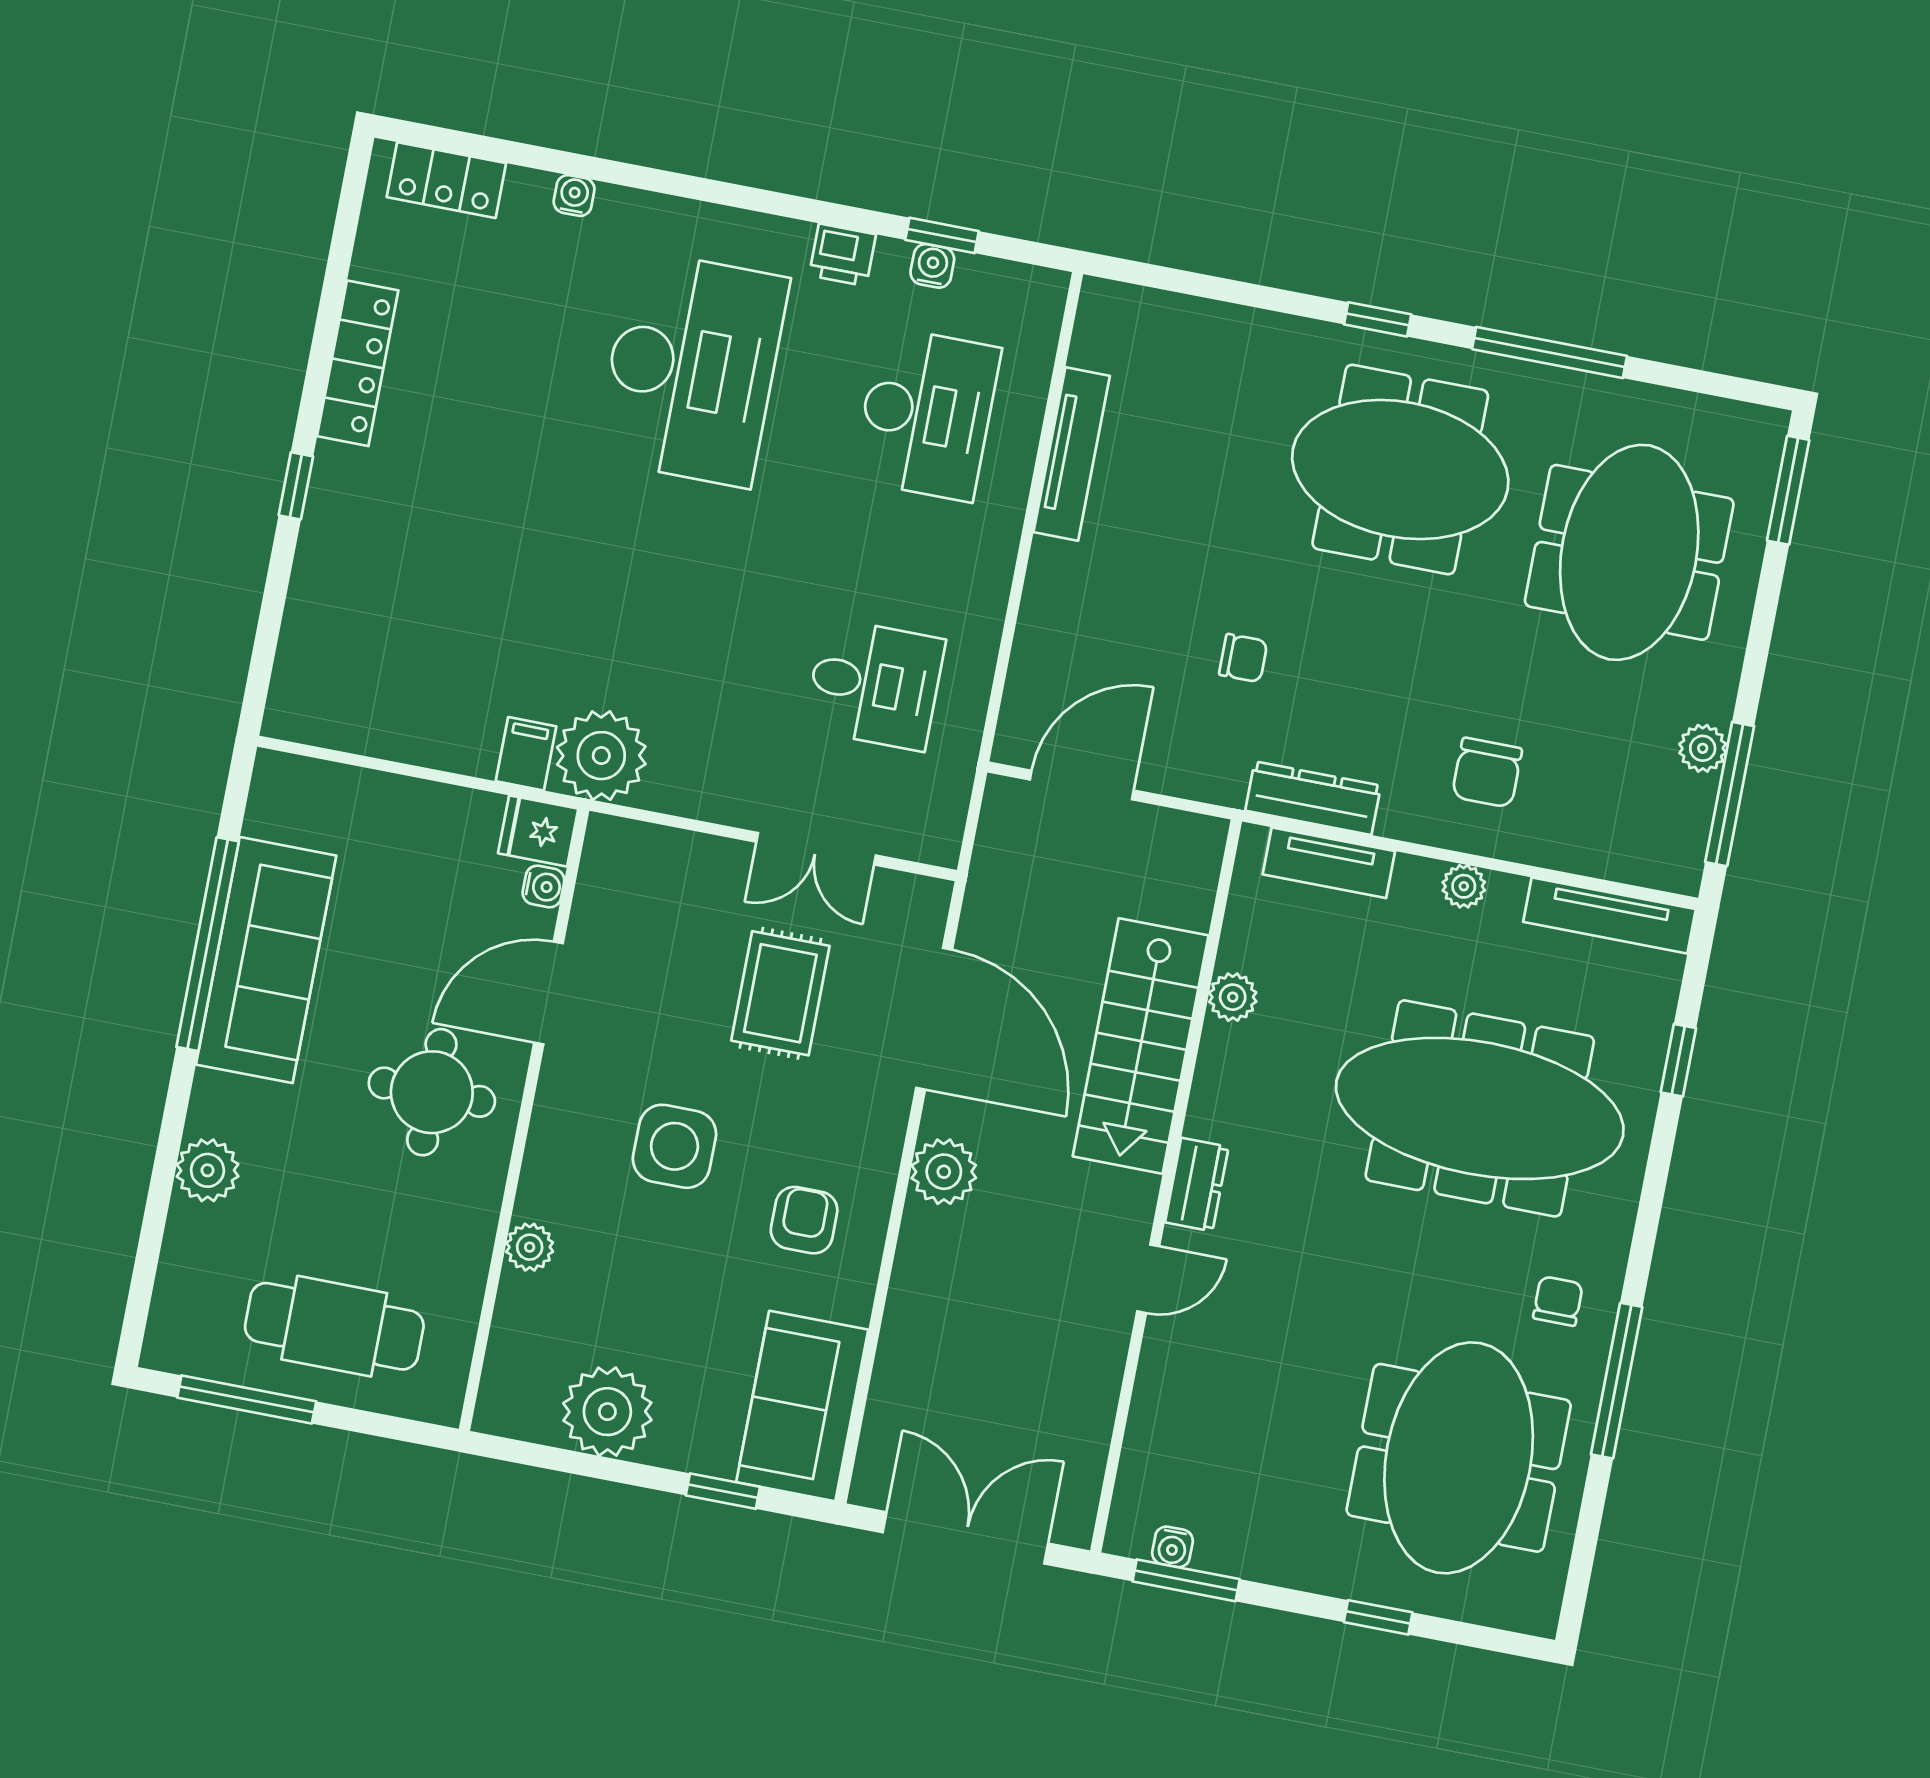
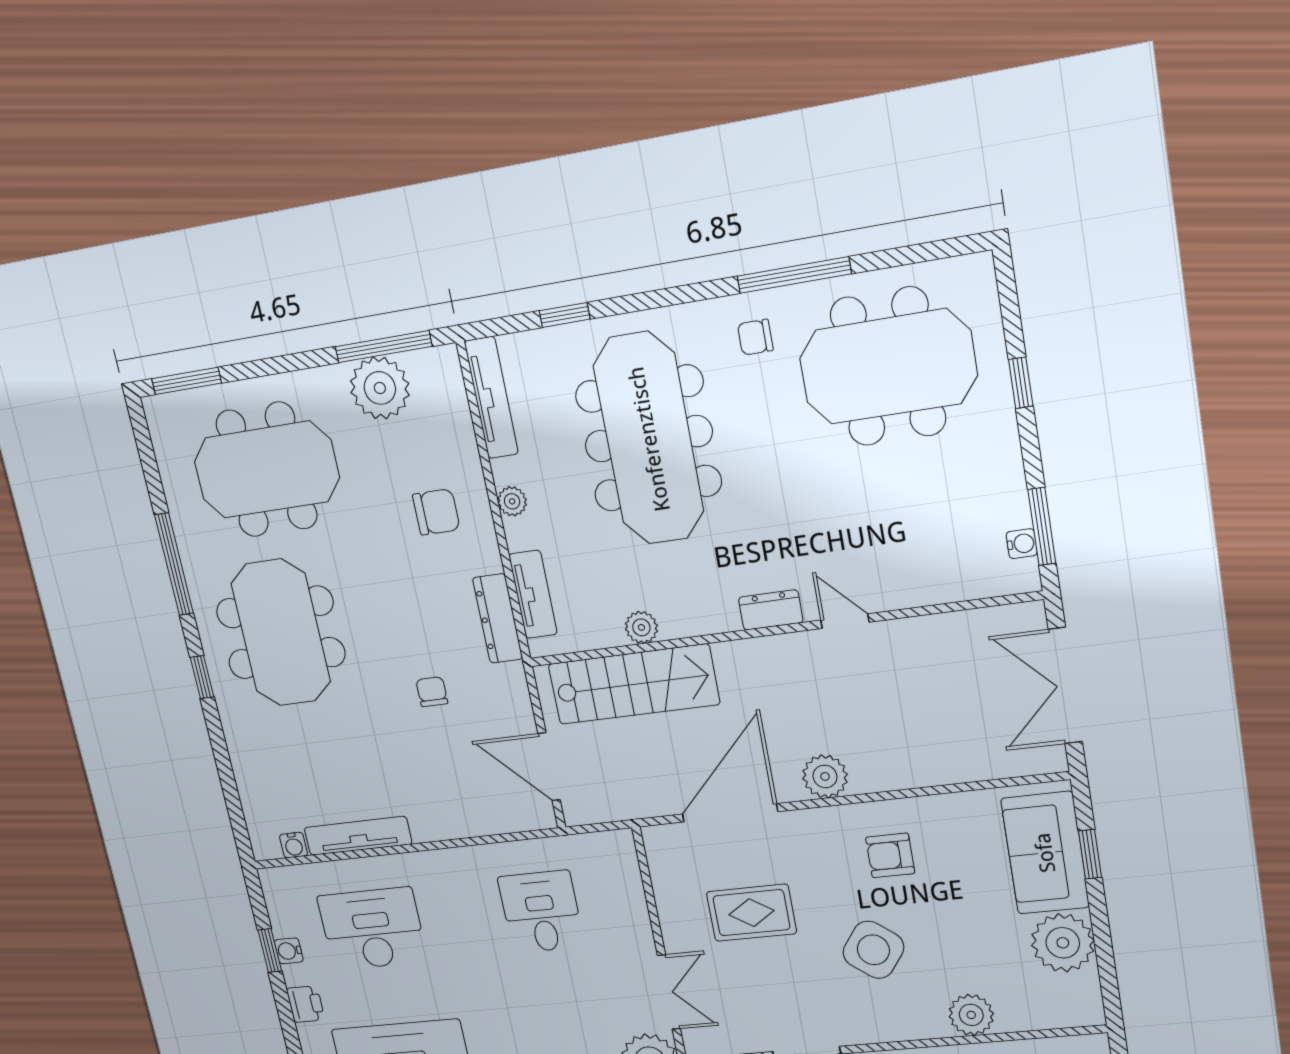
water cooler: (1089, 347) -> (294, 845), added
plant: (1703, 748) -> (380, 388), width x1.87, depth x1.87
double door: (816, 849) -> (669, 992), moved
stairs: (1141, 1046) -> (634, 684), moved
side table: (674, 1146) -> (873, 950), turned 37
plant: (530, 1247) -> (971, 1015), width x1.38, depth x1.38
sofa: (802, 1406) -> (1045, 853), moved, turned 90

